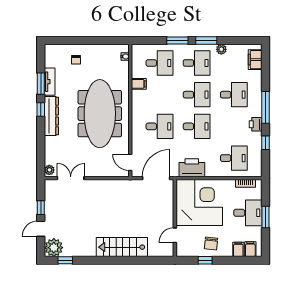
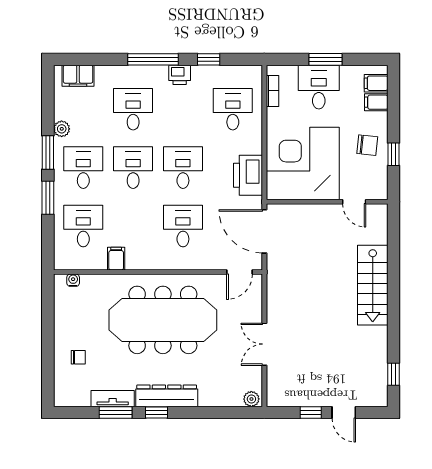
double door: (71, 178) -> (264, 344), moved
plant: (54, 248) -> (373, 392), removed

